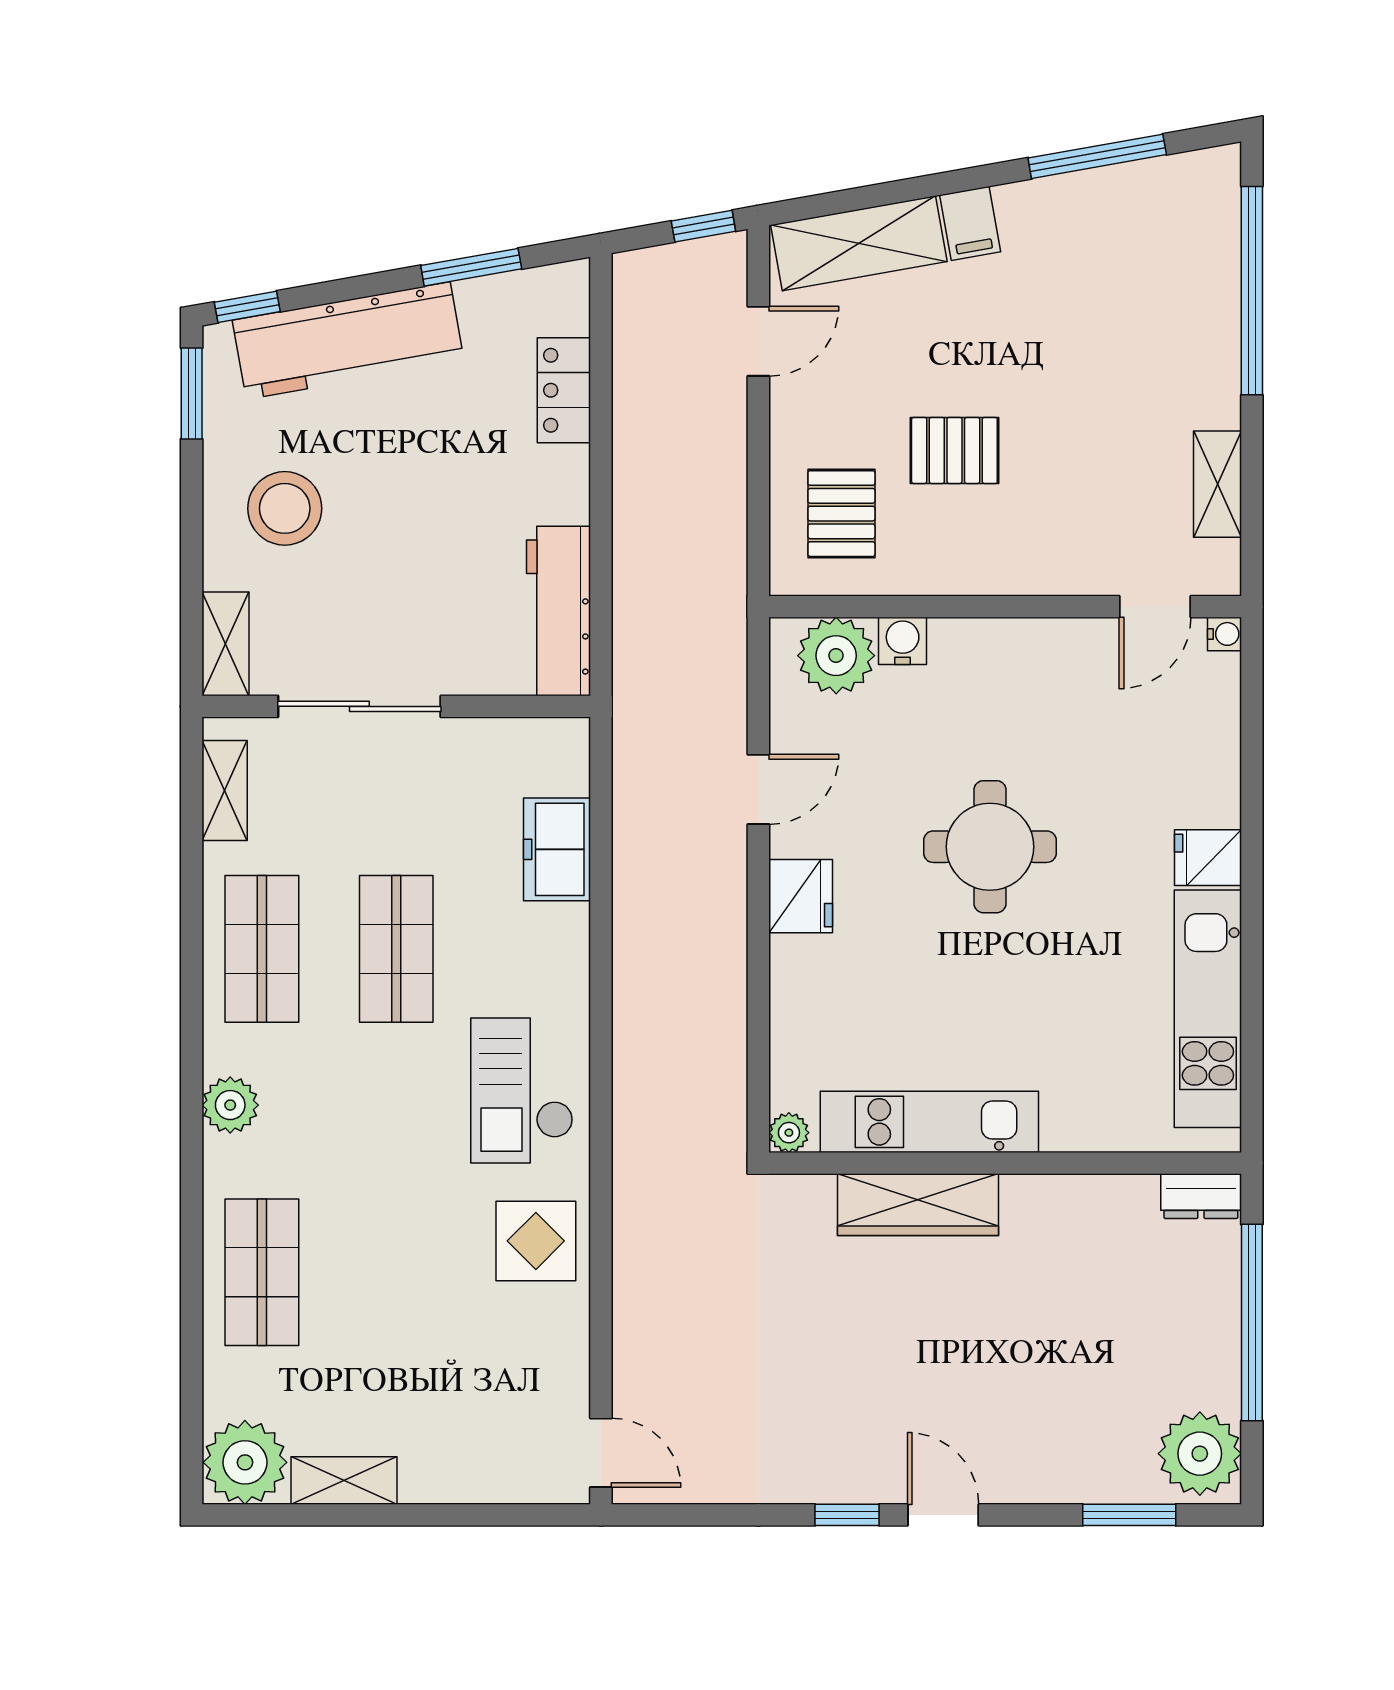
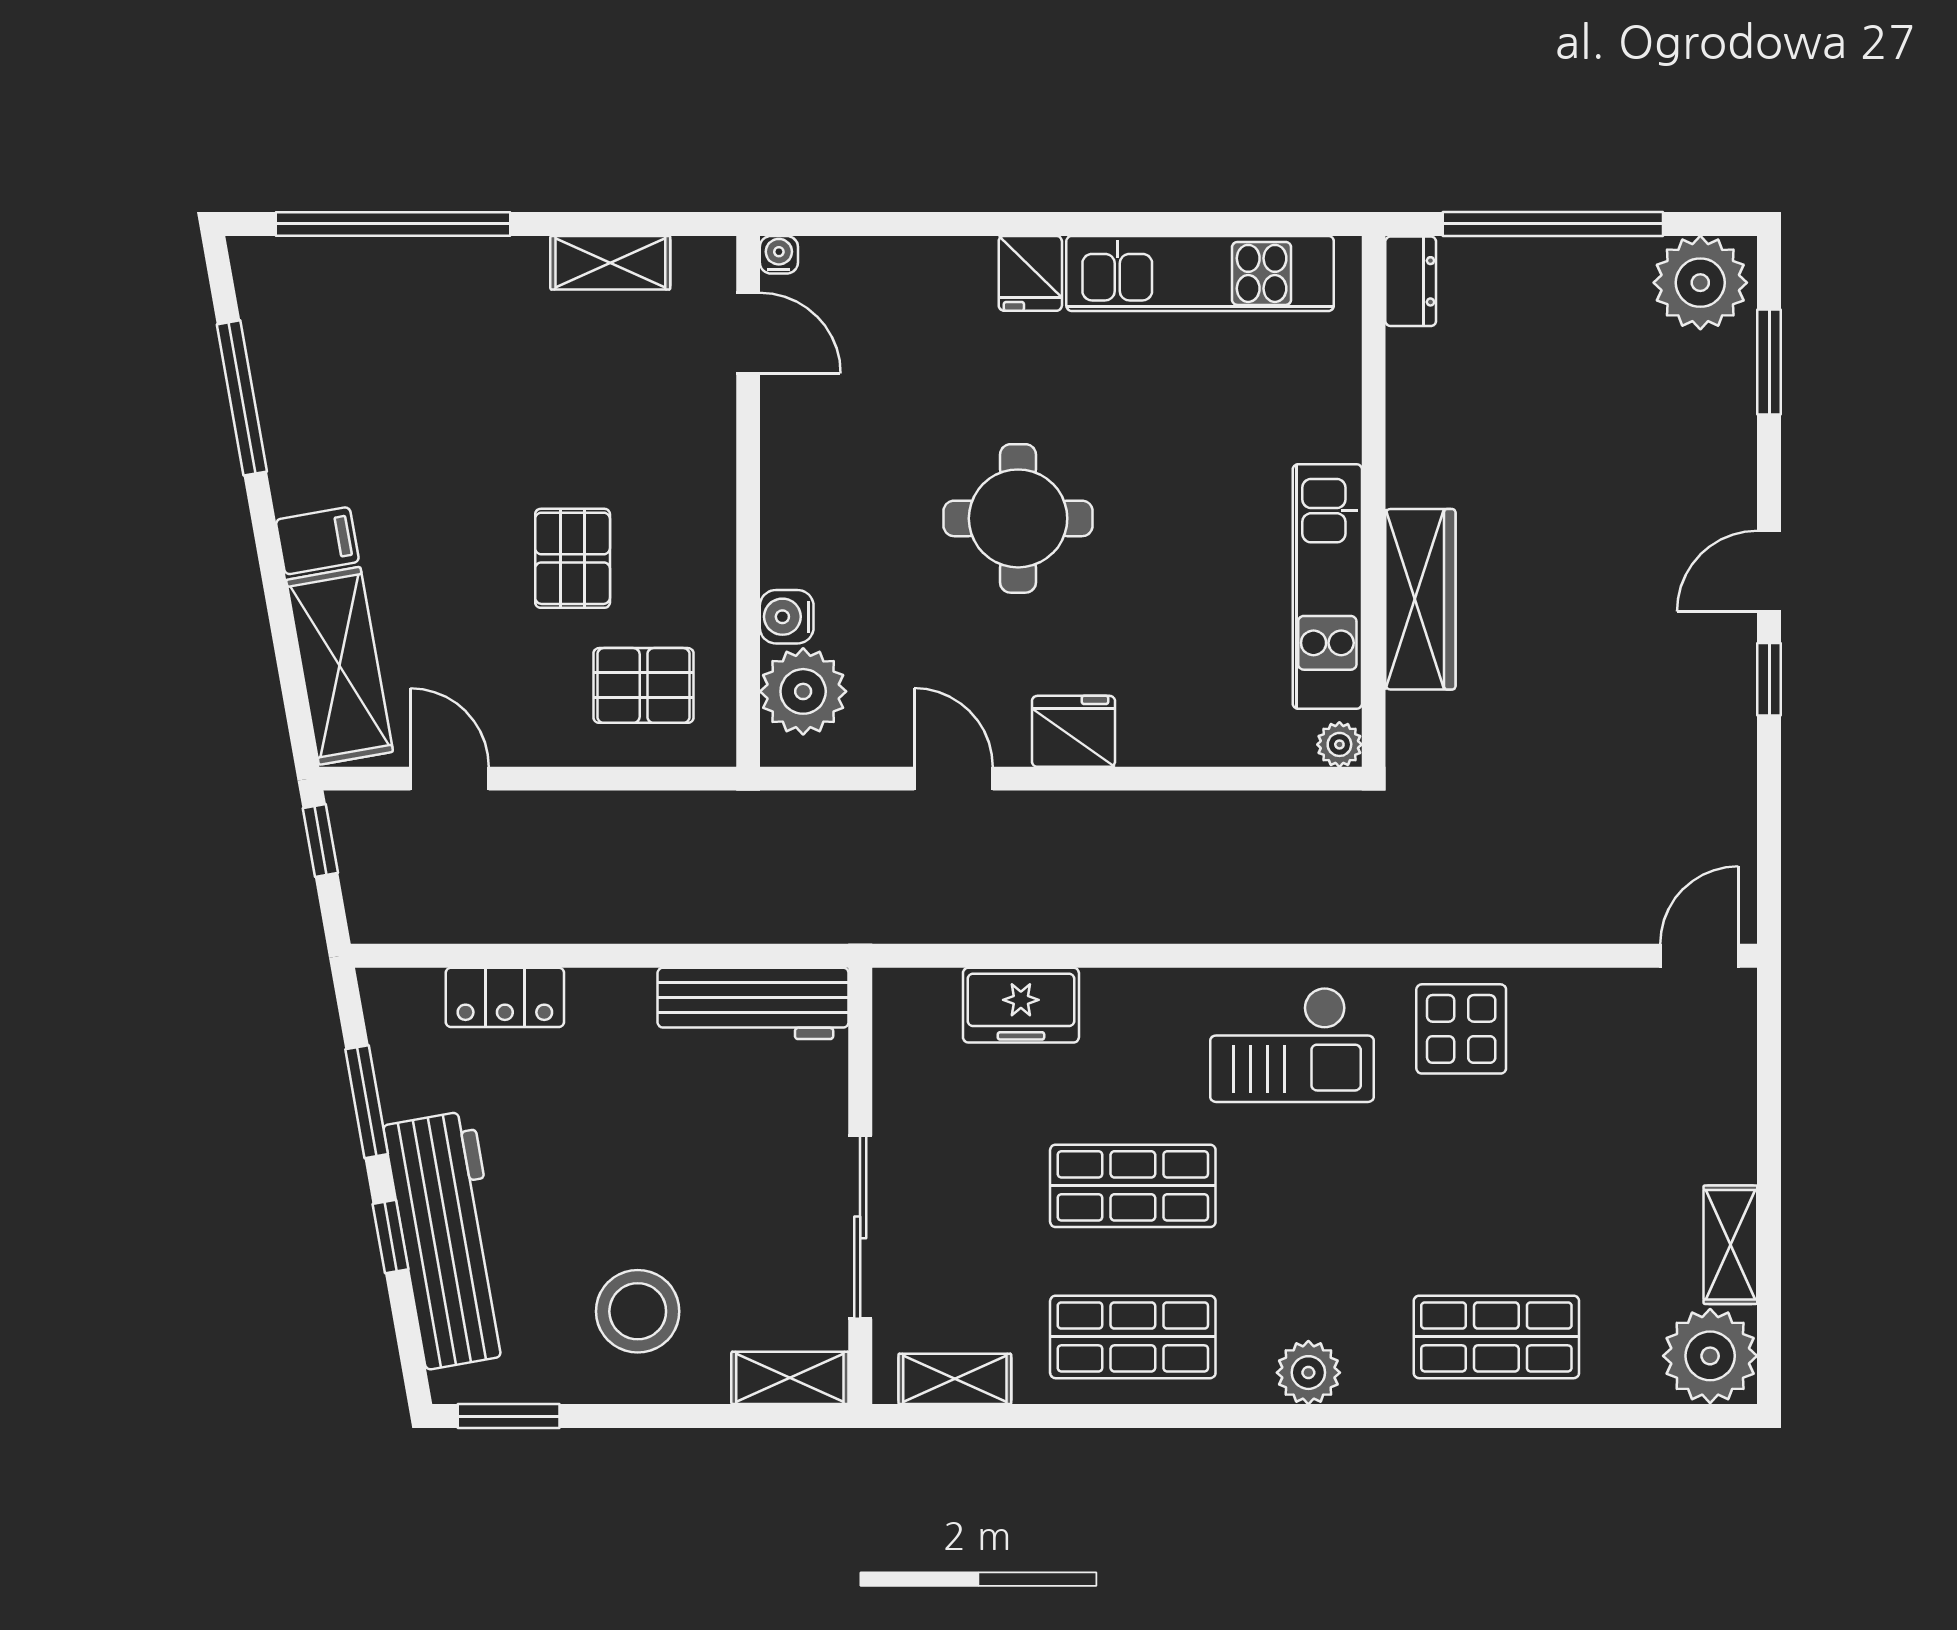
window: (247, 307) -> (390, 1237), moved

